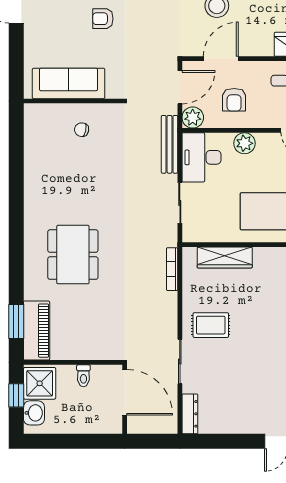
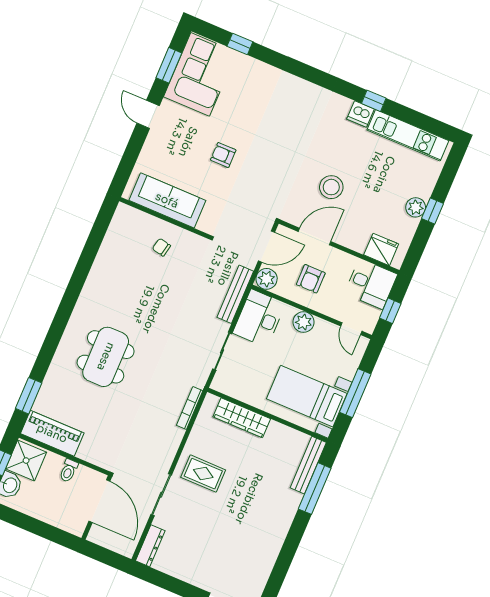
piano: (37, 331) -> (52, 433), moved, turned -90

